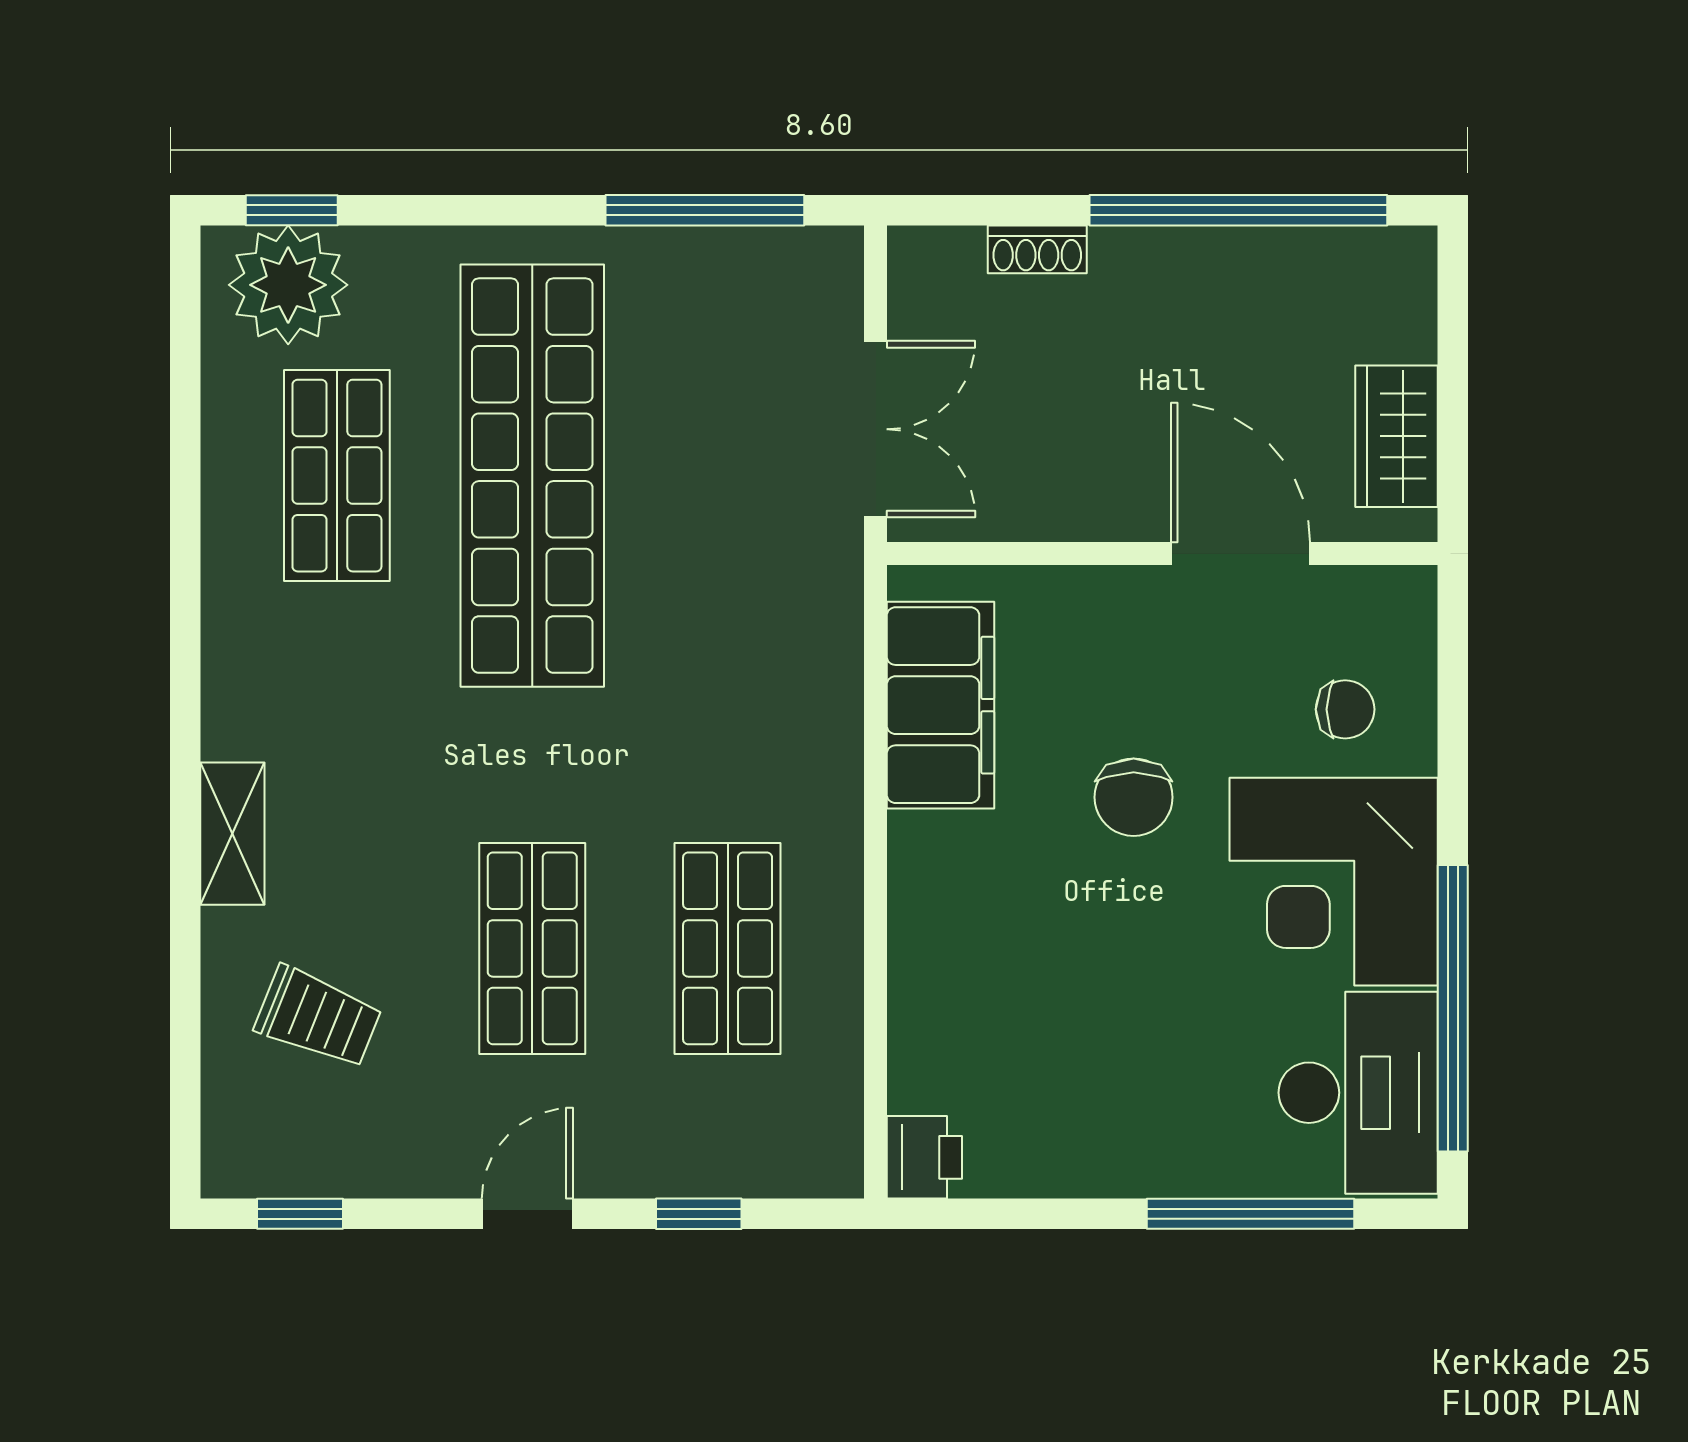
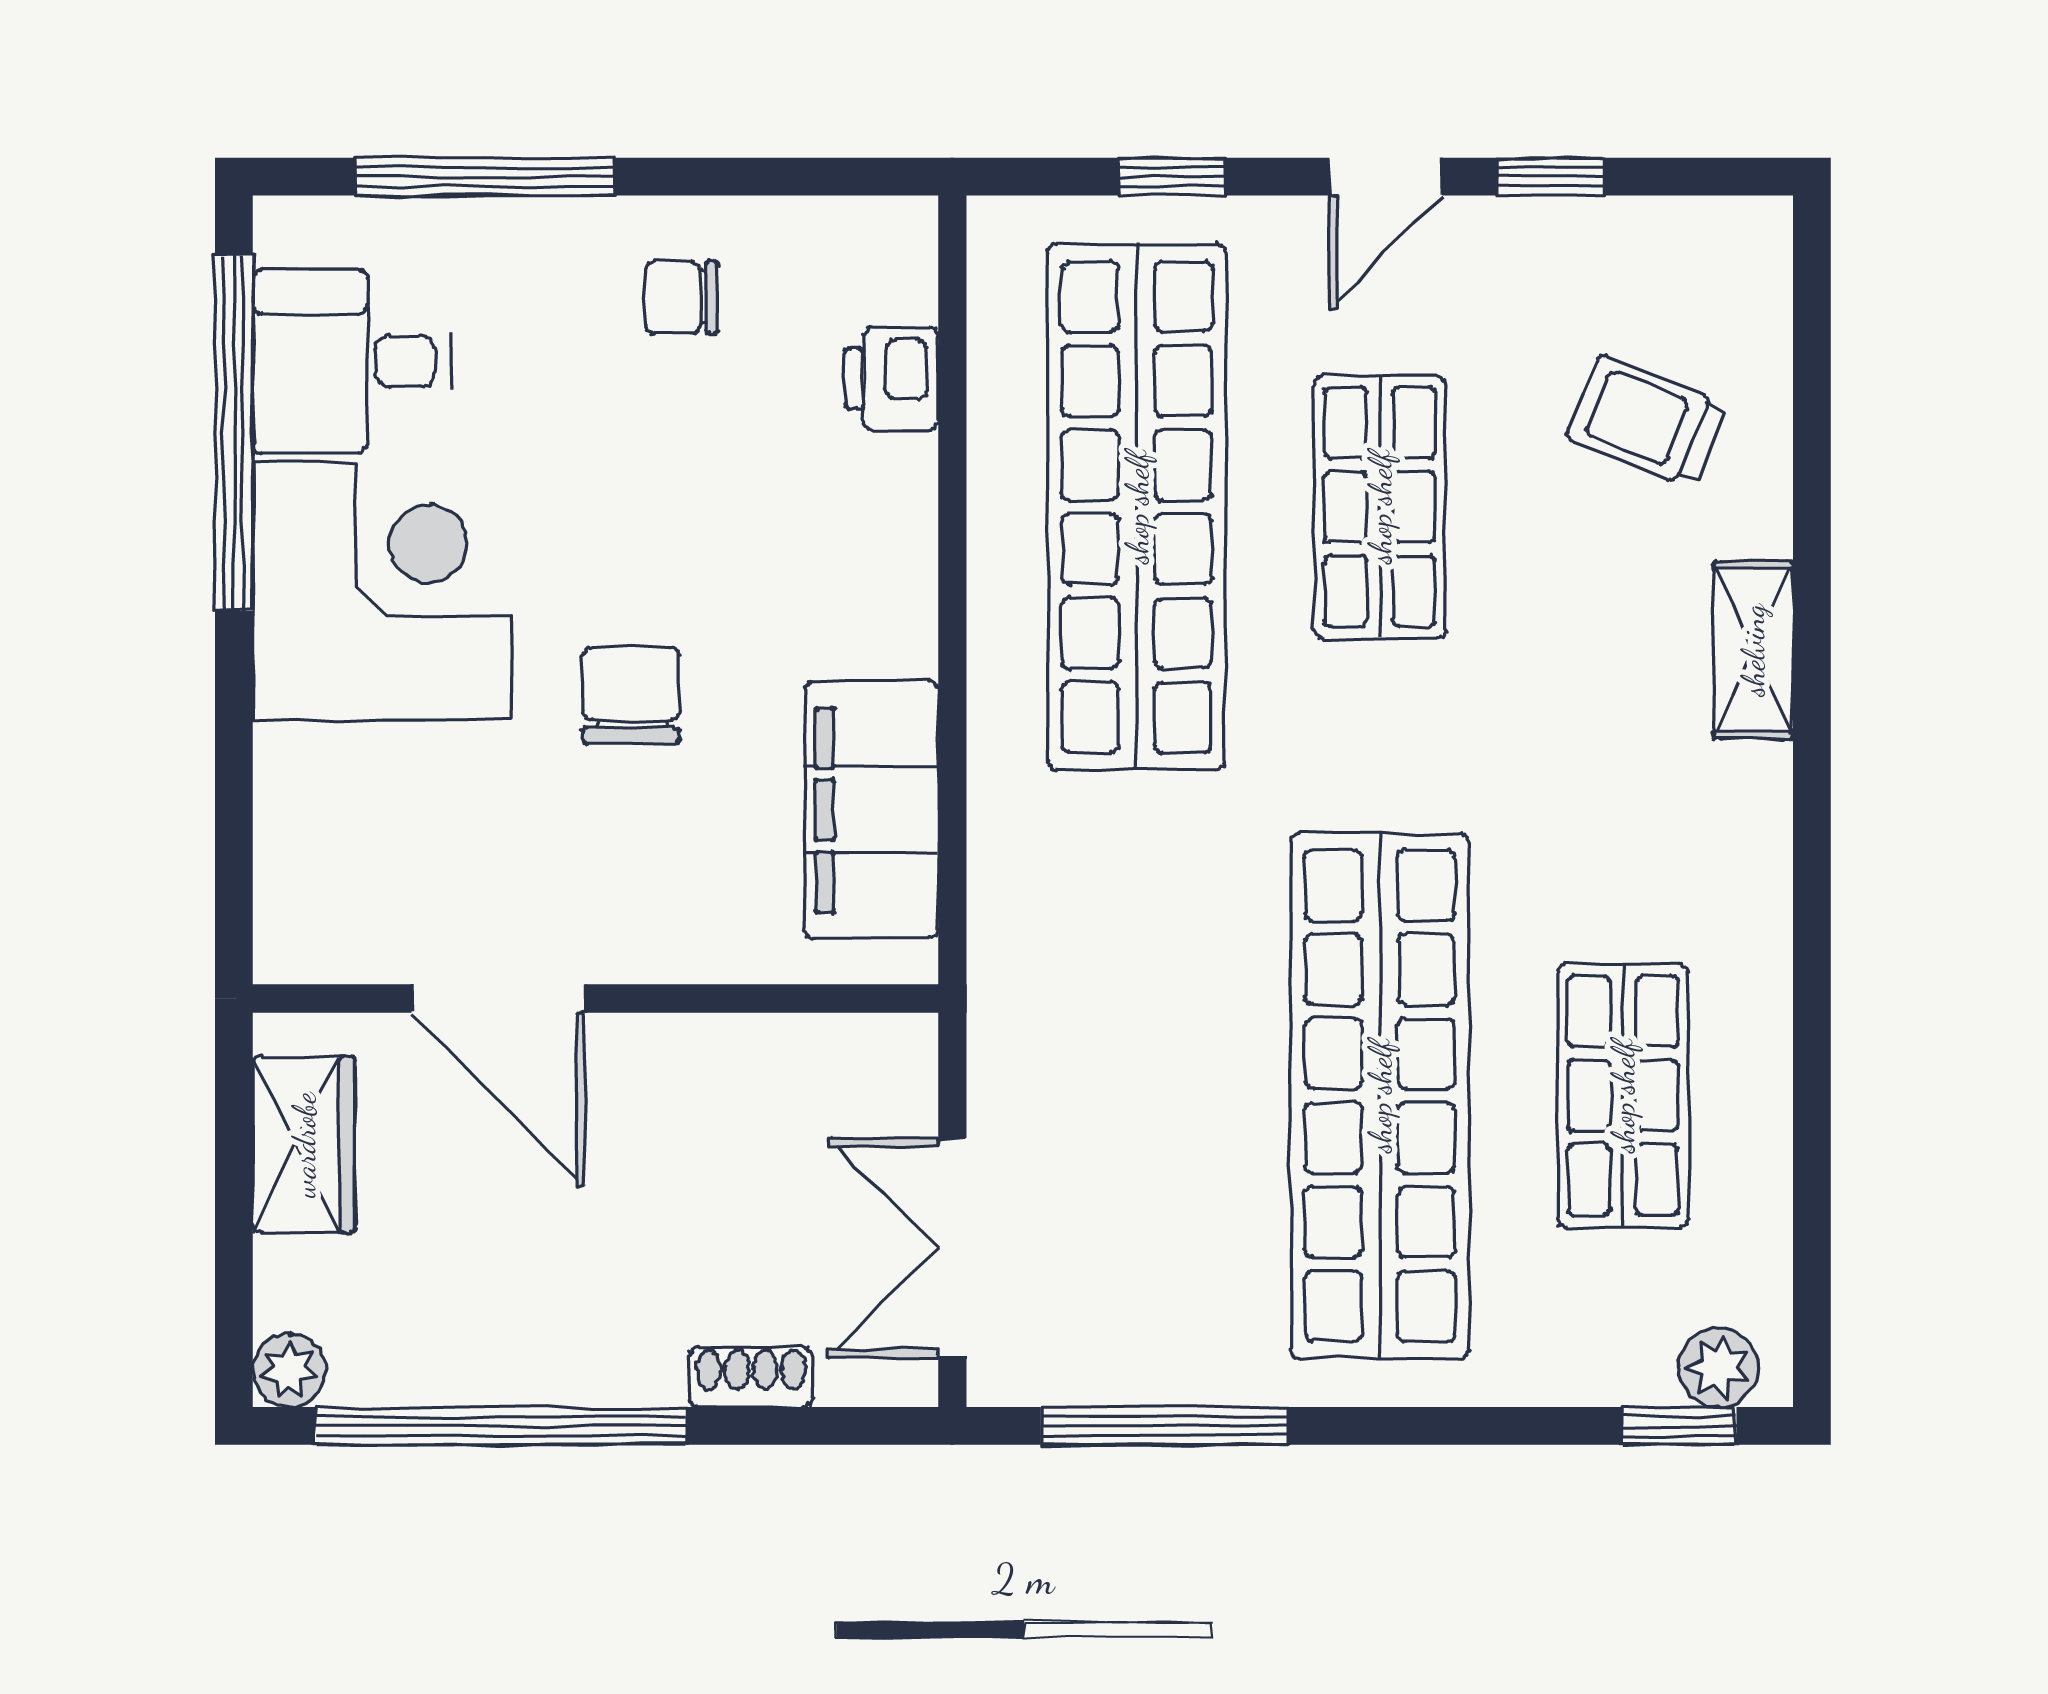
plant: (1408, 255) -> (289, 1370), added
plant: (288, 285) -> (1718, 1368), width x0.53, depth x0.53
double door: (876, 429) -> (952, 1248), moved
chair: (1345, 709) -> (681, 297), moved
shop shelf: (728, 948) -> (1137, 507), width x2.00, depth x1.36
desk: (1358, 1093) -> (352, 362), width x0.73
printer: (924, 1157) -> (892, 378), moved
window: (300, 1214) -> (1550, 177), moved

